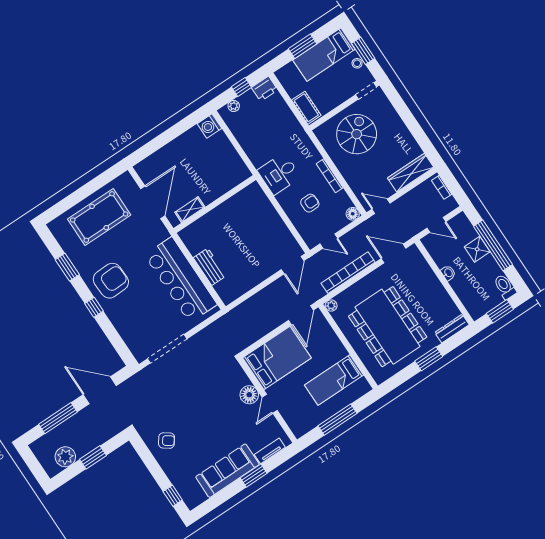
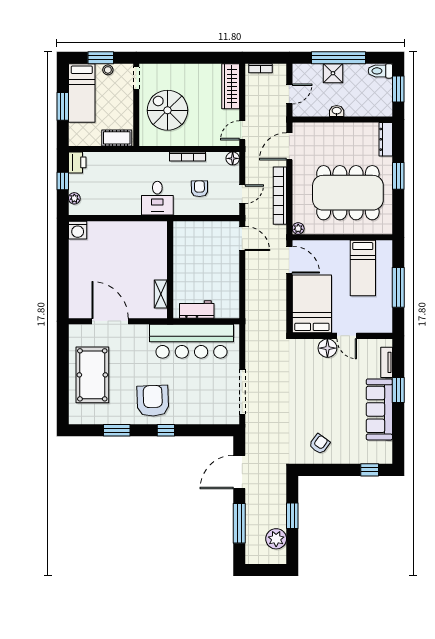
wall: (215, 204) -> (170, 270), moved
shelving: (190, 210) -> (161, 294), moved

